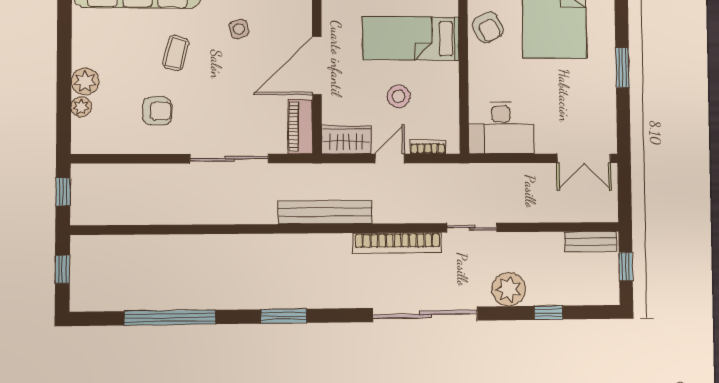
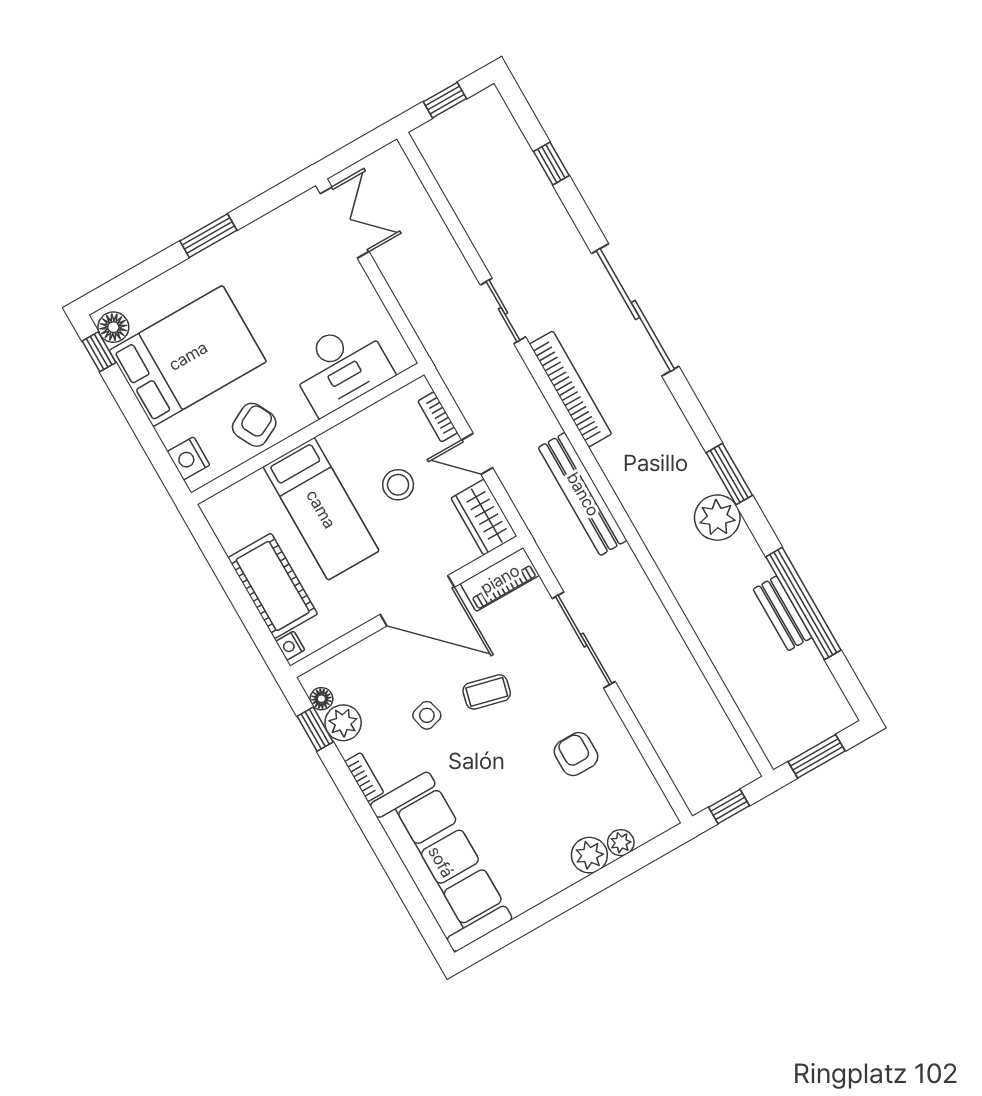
coffee table: (176, 53) -> (487, 692), moved
desk: (501, 128) -> (341, 367), moved, turned 90
bench: (591, 242) -> (783, 613), moved
window: (62, 269) -> (817, 756), width x1.50
plant: (509, 289) -> (717, 518), moved

